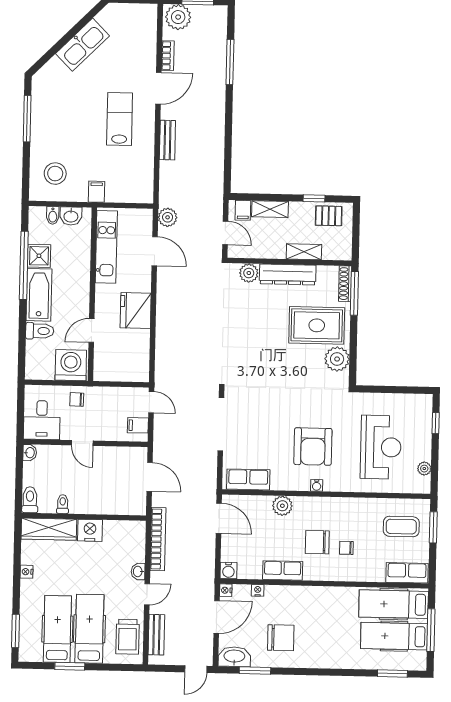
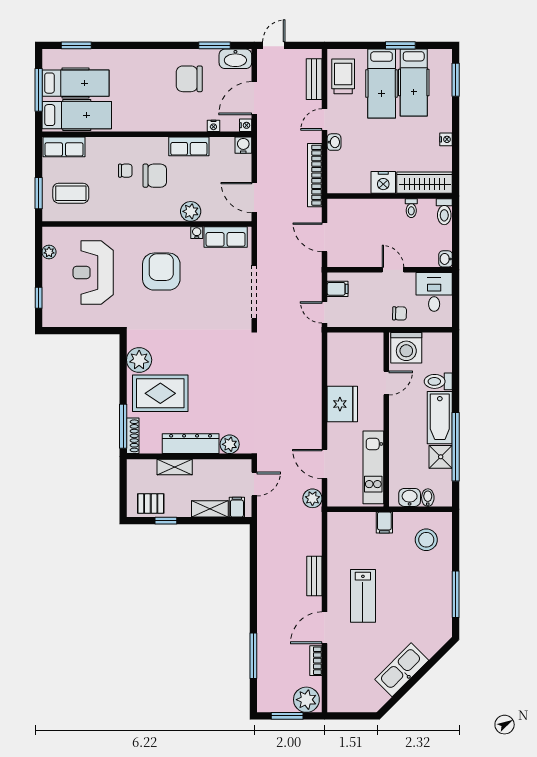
door: (225, 233) -> (254, 484), swing flipped
water cooler: (317, 485) -> (197, 233), moved

